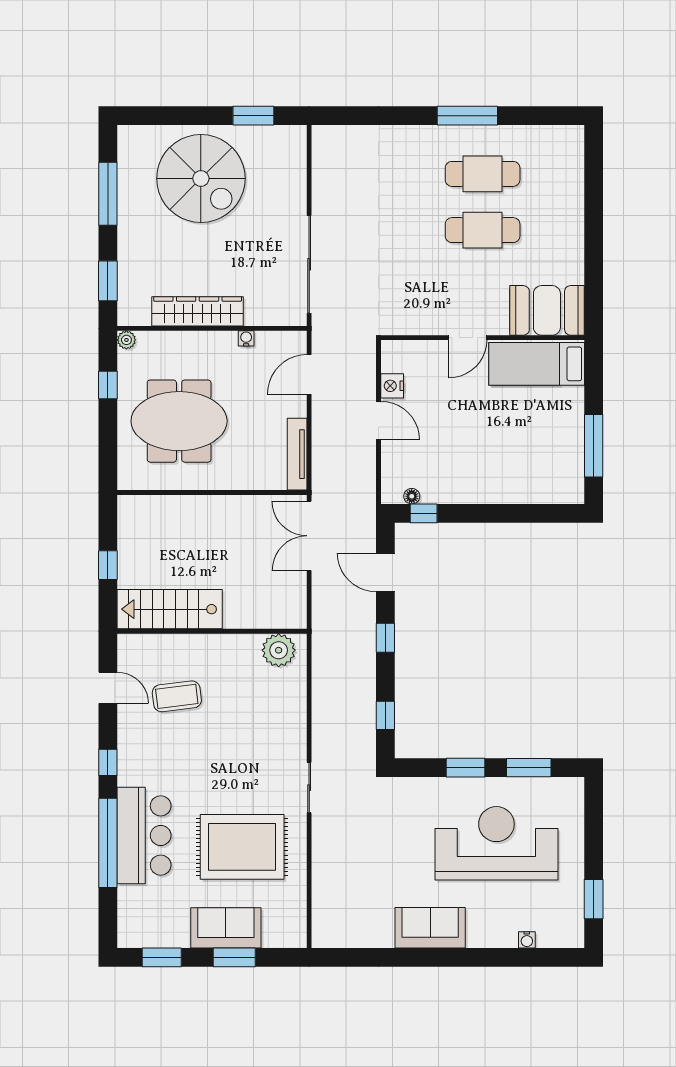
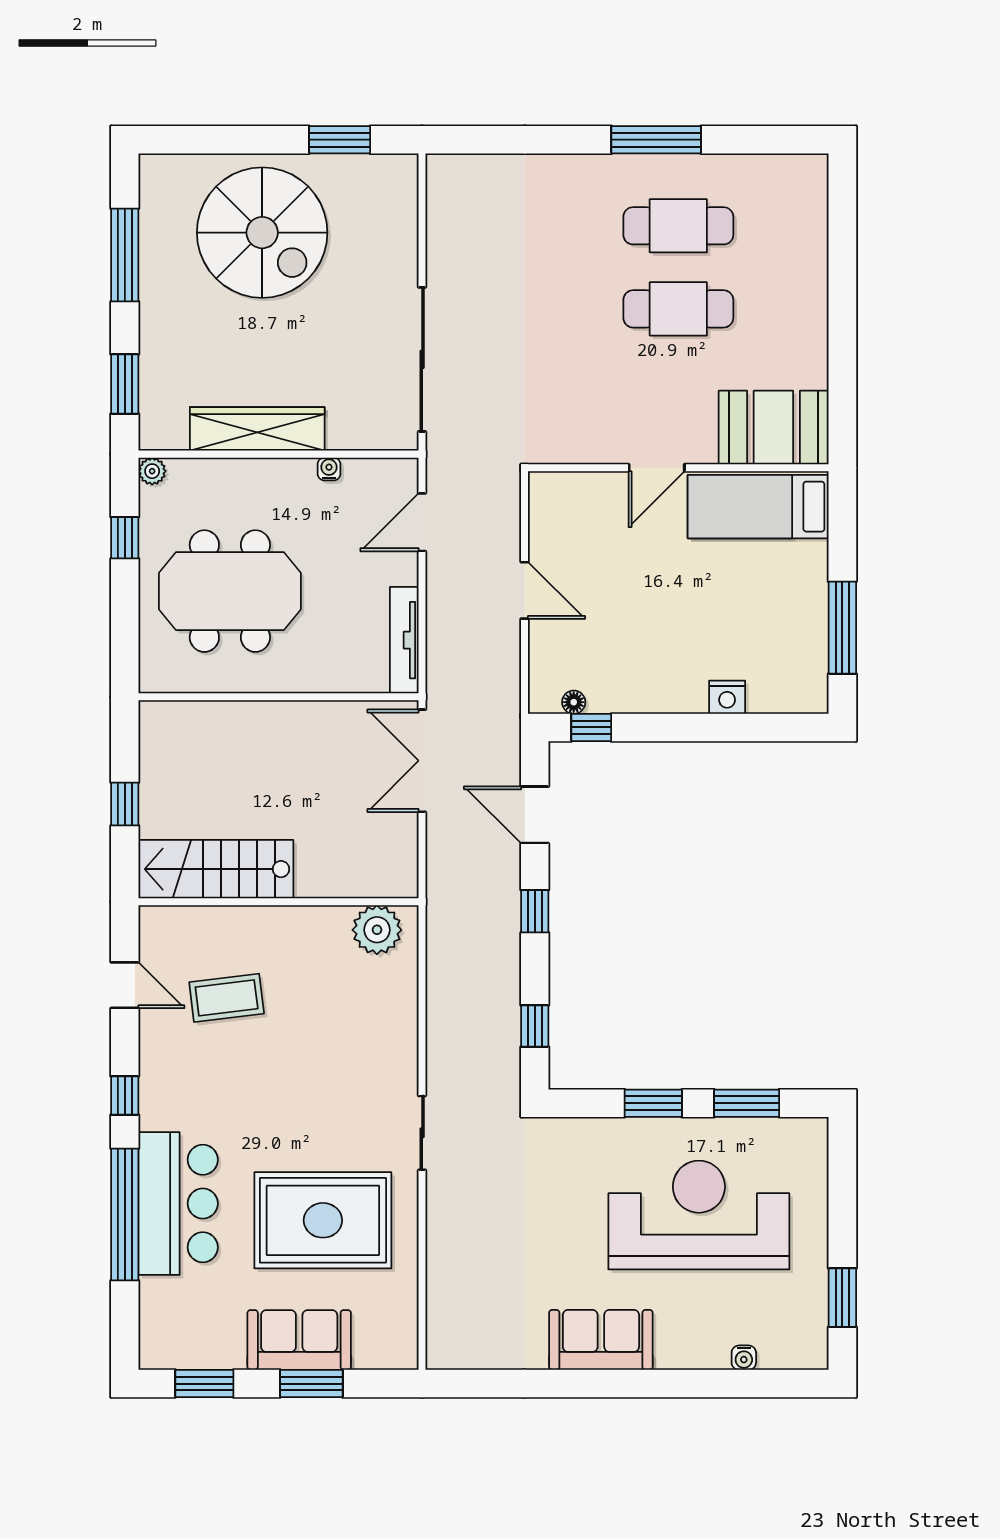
nightstand: (392, 386) -> (727, 697), moved, turned -90

